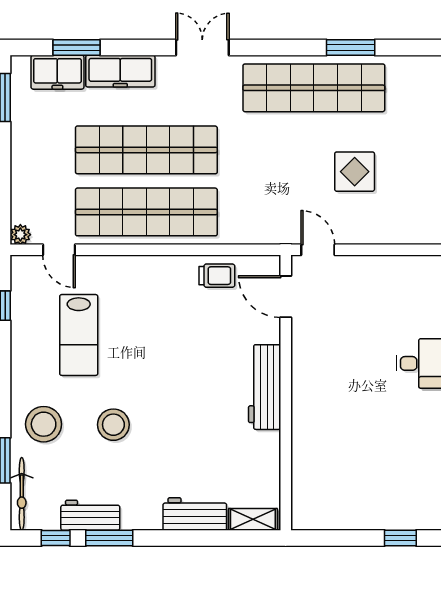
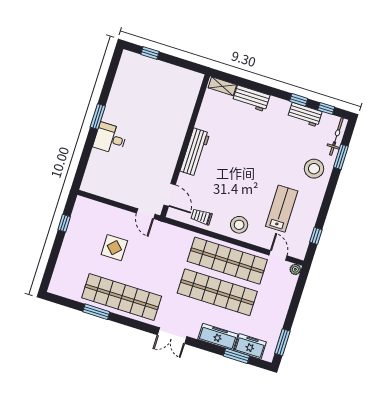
stool: (113, 425) -> (239, 225), moved
window: (109, 538) -> (299, 100), width x0.67

